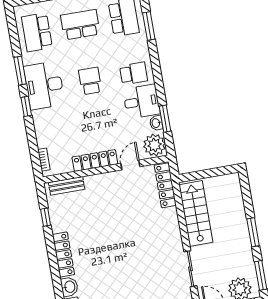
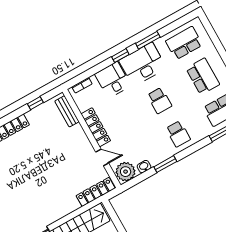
school desk: (90, 81) -> (159, 101), turned 90
desk: (141, 102) -> (113, 80), moved, turned 180
window: (165, 119) -> (165, 164), moved

